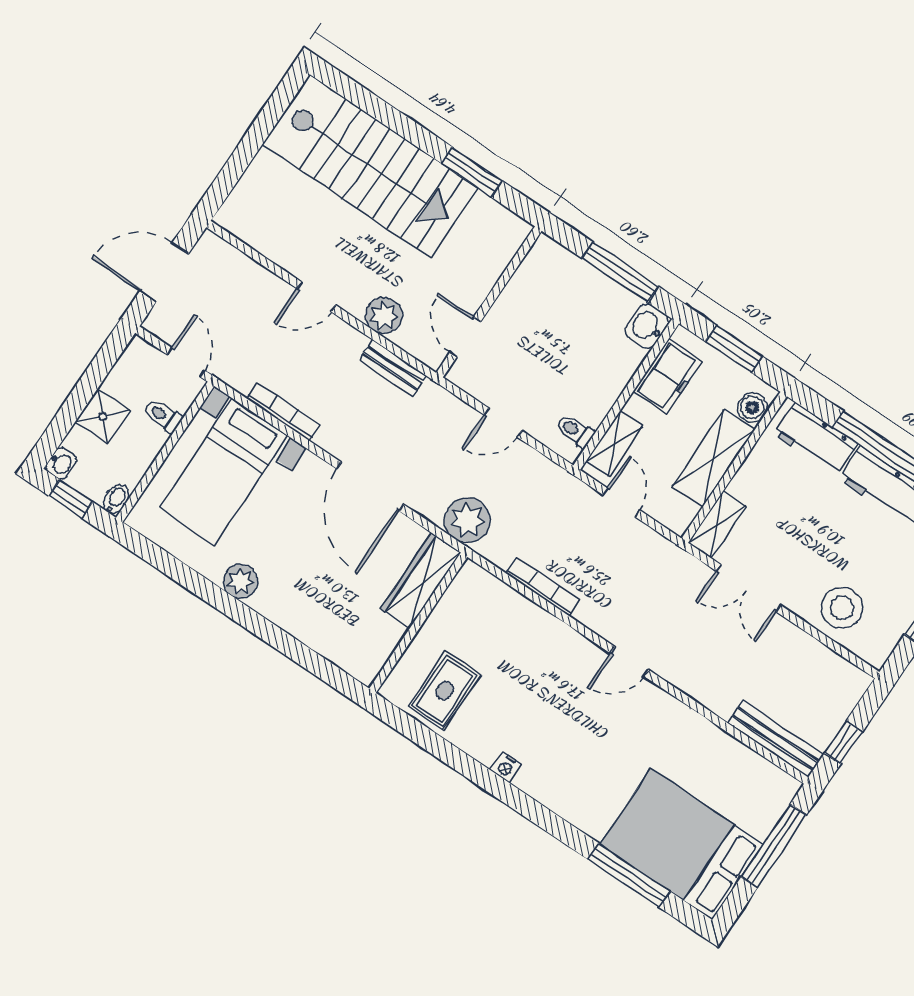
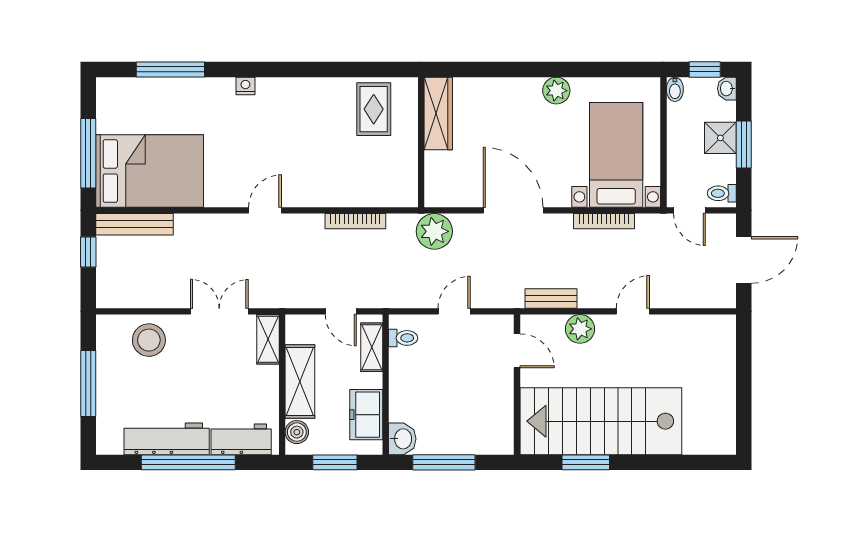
stairs: (370, 166) -> (601, 421), moved
window: (83, 393) -> (744, 144), added
toilet: (163, 416) -> (722, 193), moved, turned 180
wardrobe: (421, 581) -> (438, 113), moved
nightstand: (506, 767) -> (245, 86), moved
bed: (682, 844) -> (150, 171), moved

